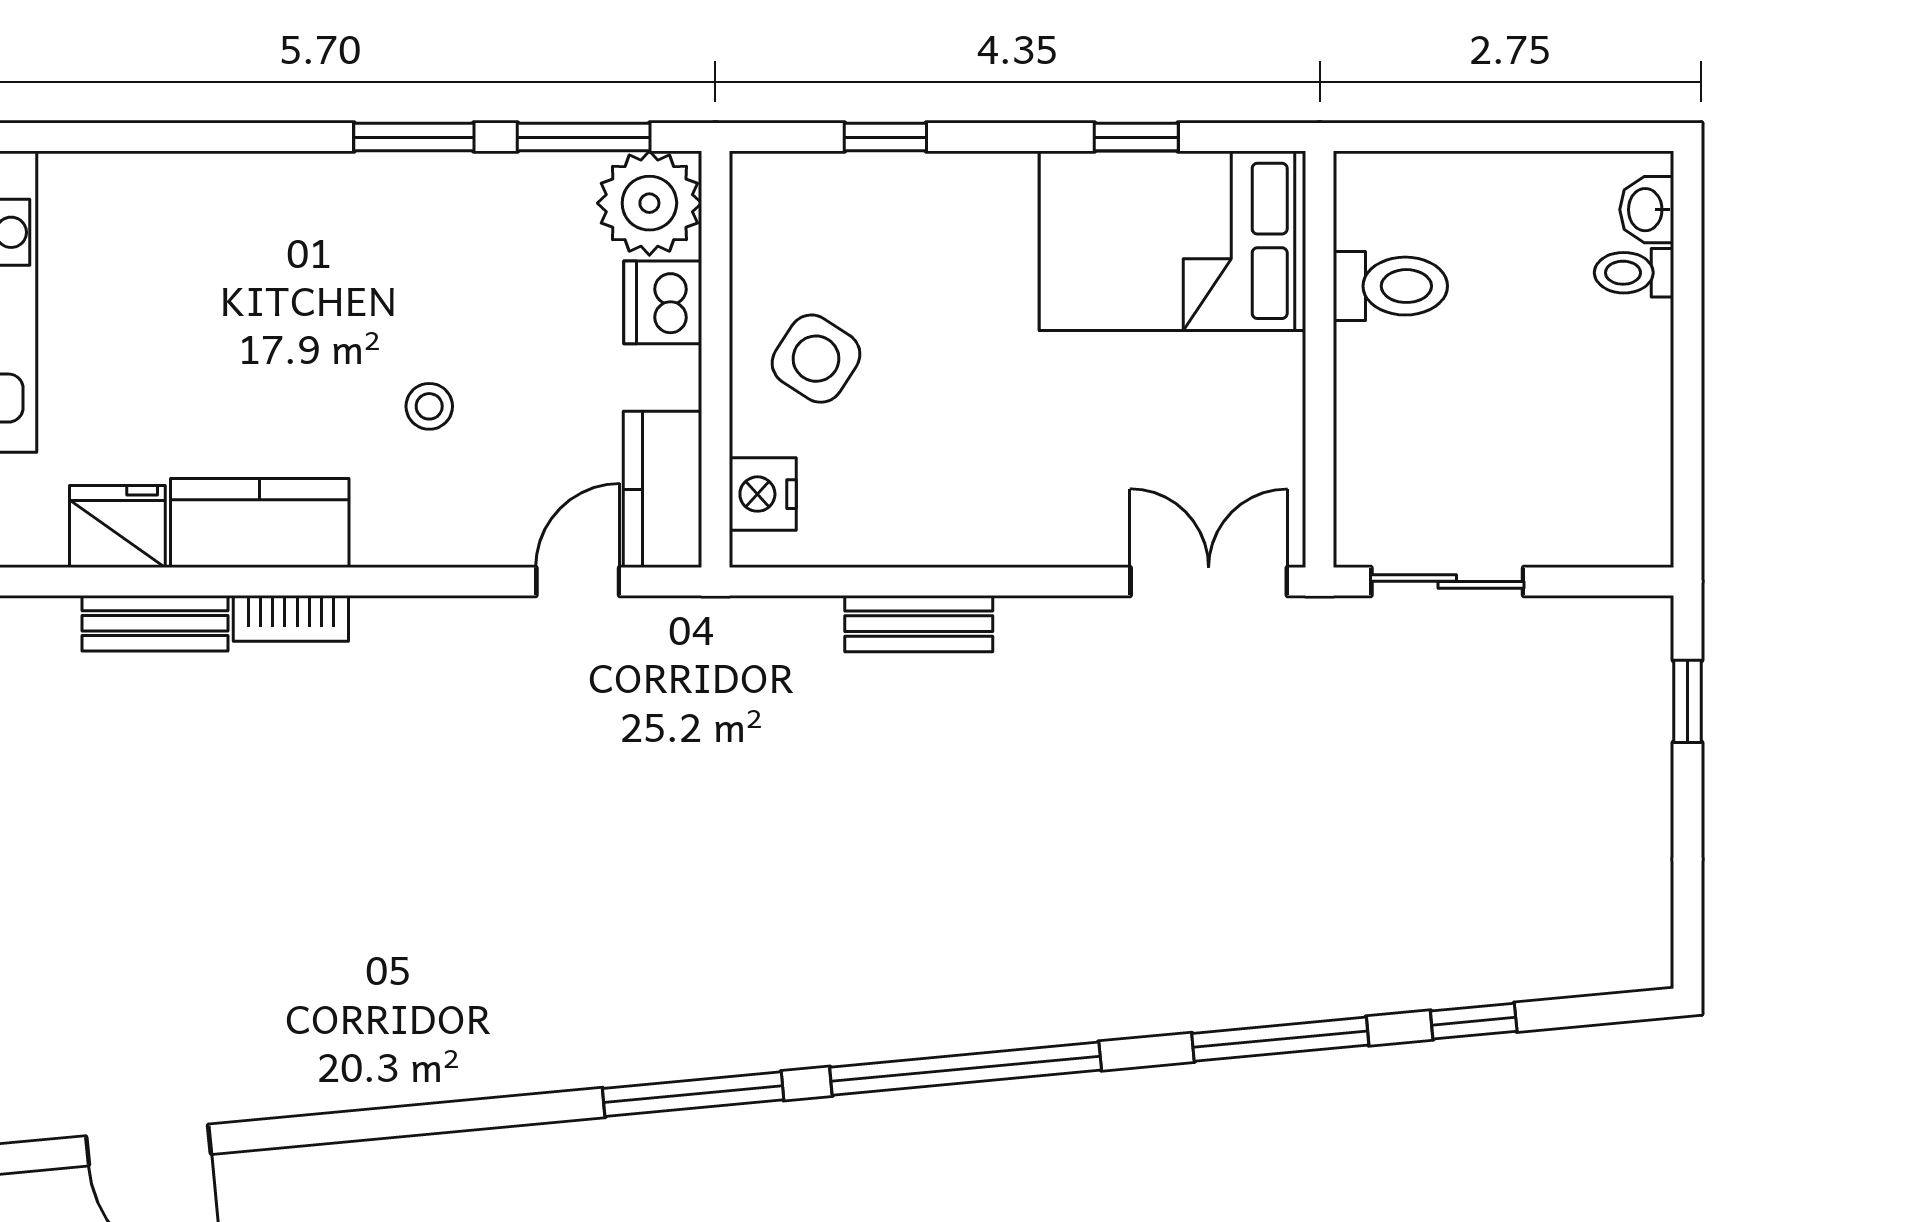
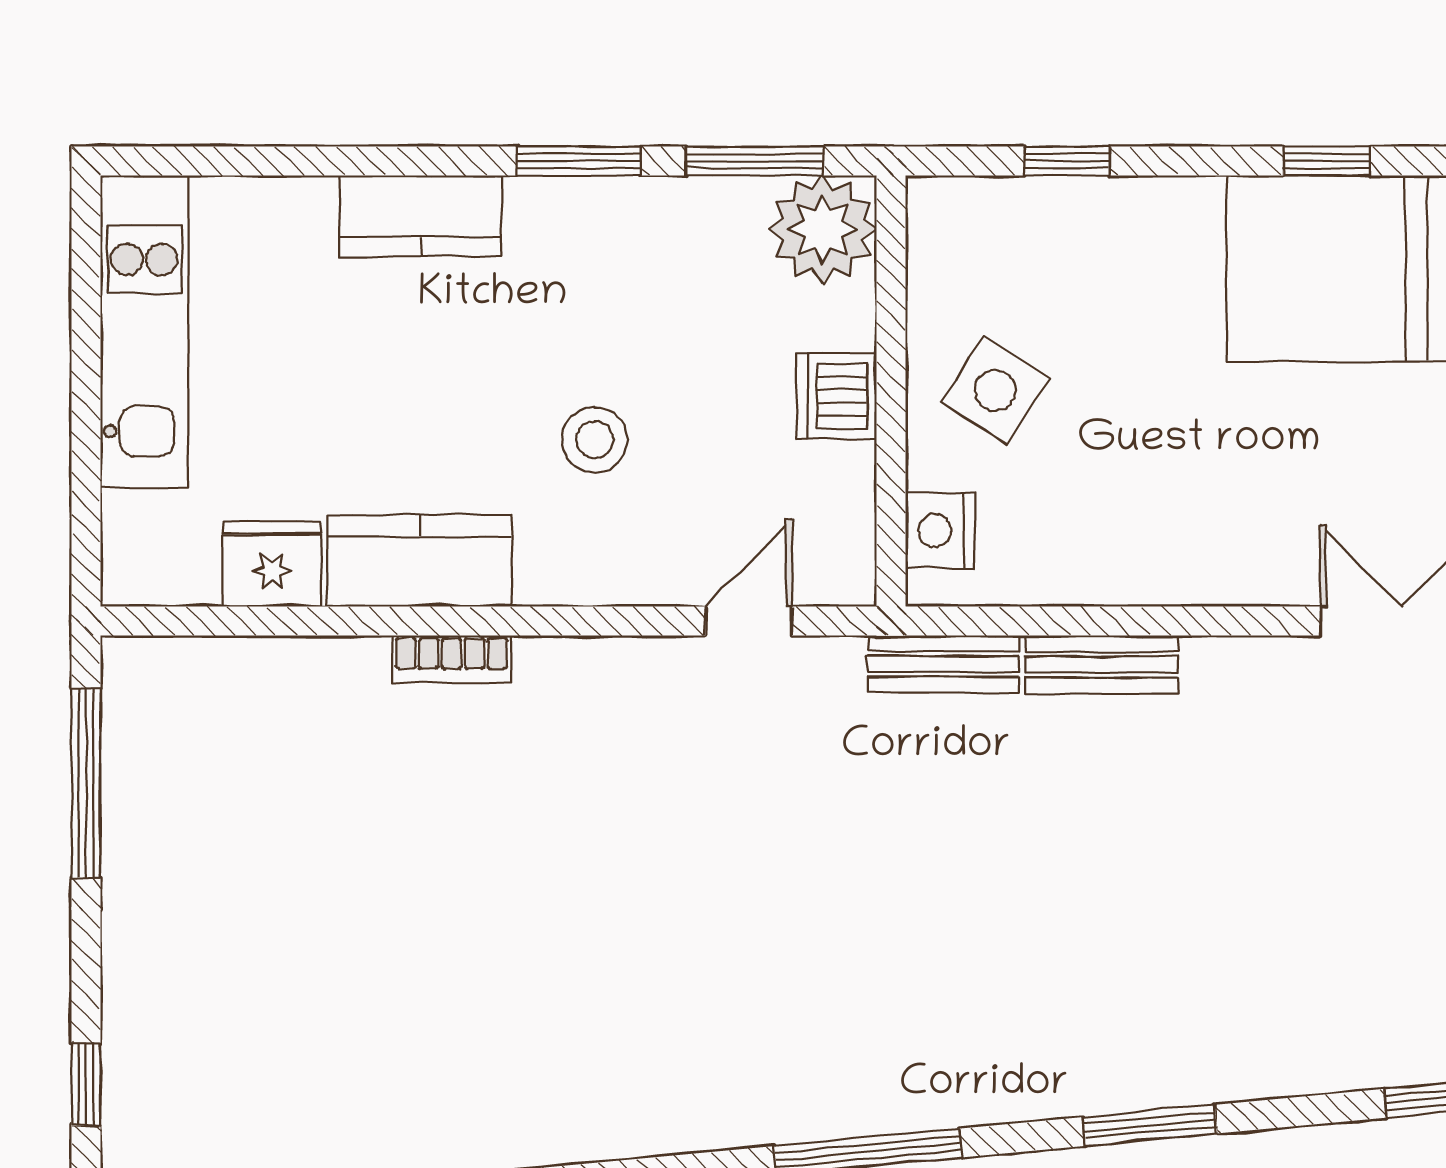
dishwasher: (663, 302) -> (837, 396), moved
stool: (429, 406) -> (595, 440), width x1.37, depth x1.37
kitchen counter: (662, 489) -> (421, 216), moved, turned -90
bench: (155, 623) -> (944, 664), moved
window: (966, 1069) -> (1150, 1125), width x0.47

